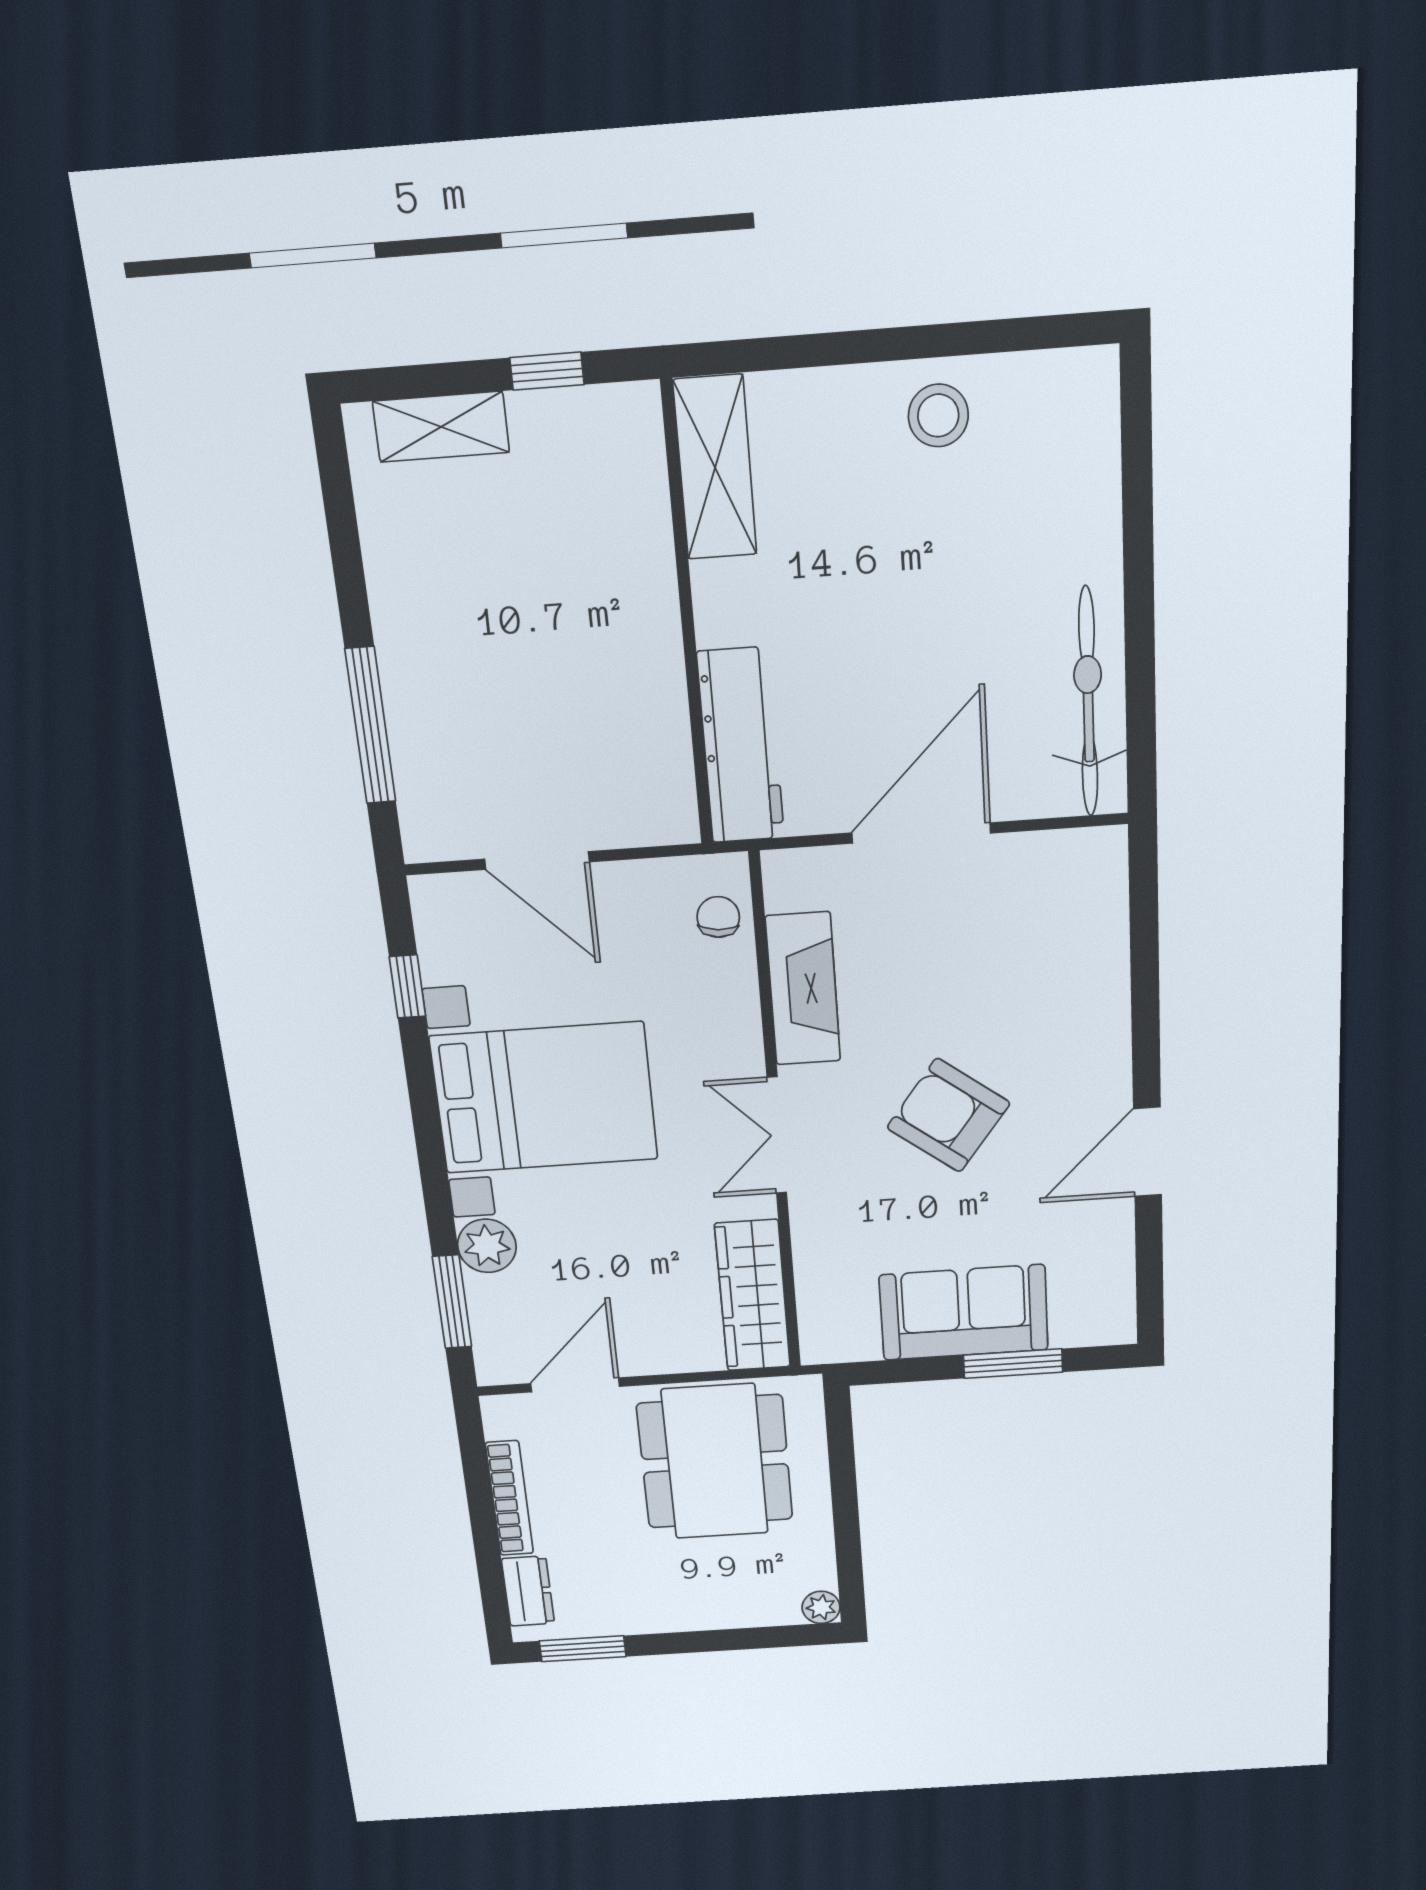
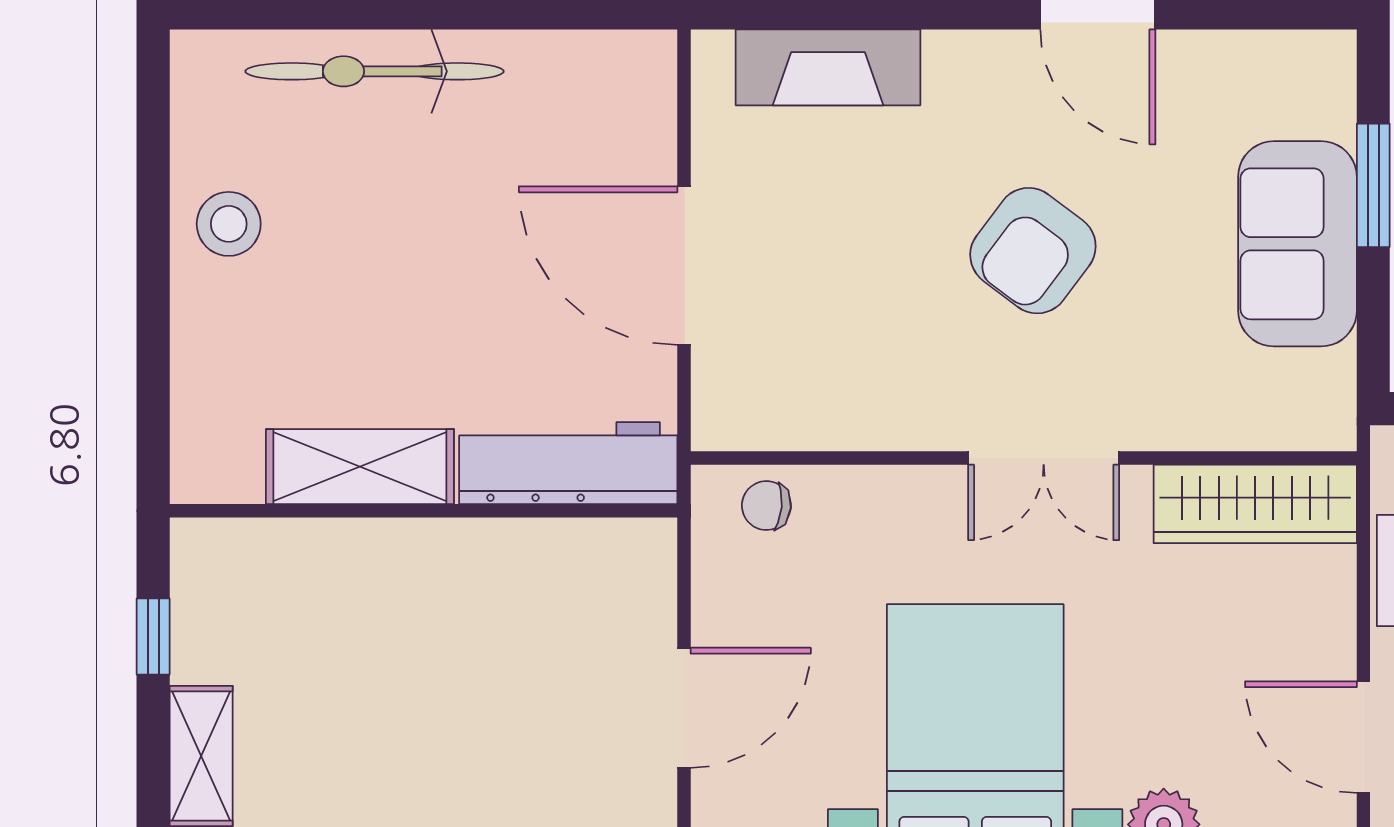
shelving: (715, 468) -> (360, 467), moved
bicycle: (1088, 702) -> (375, 71), moved
fireplace: (803, 989) -> (828, 67), moved, turned 180

